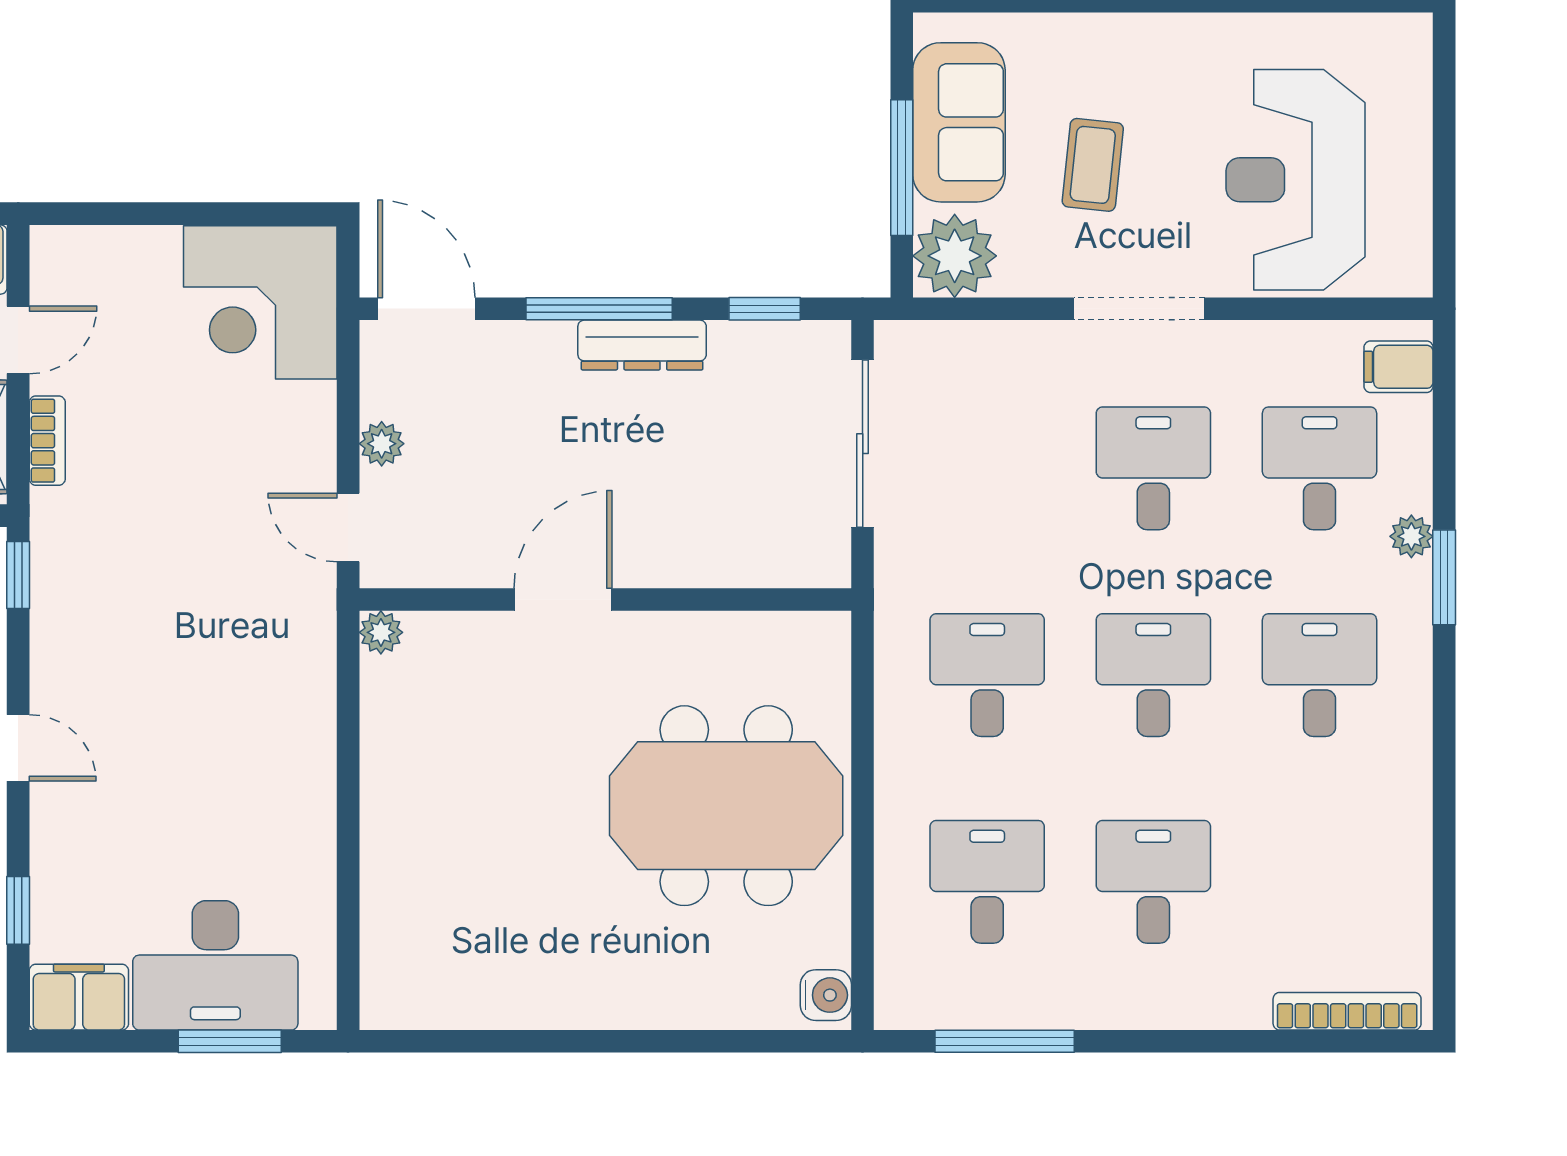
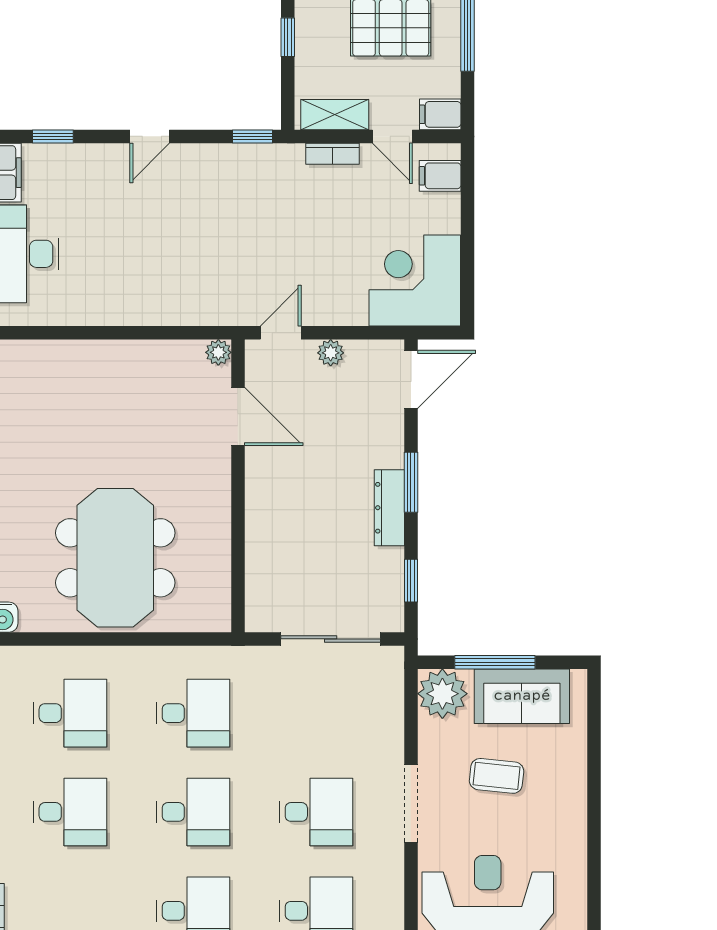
filing cabinet: (84, 260) -> (440, 176), added
window: (599, 309) -> (411, 482), width x0.69
door: (563, 600) -> (238, 417), moved

